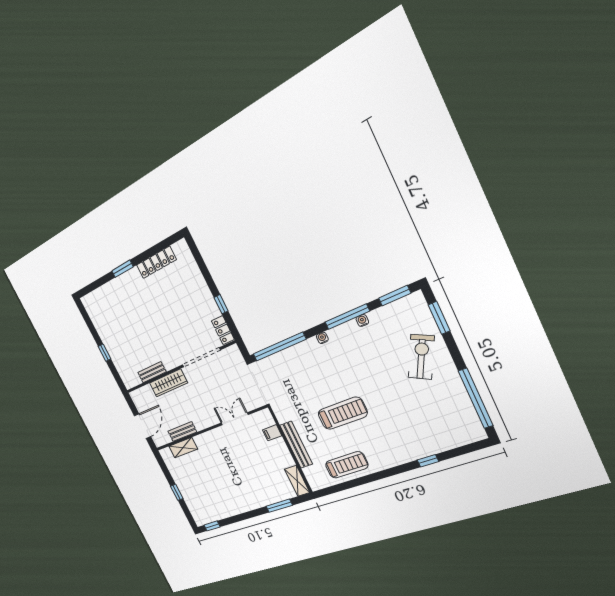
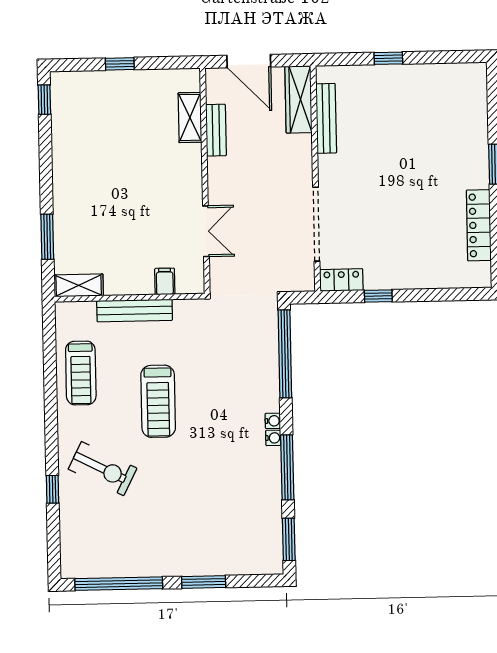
window: (439, 318) -> (204, 582), moved
water cooler: (362, 320) -> (273, 438), moved
exercise bike: (421, 357) -> (103, 469), moved
bench: (152, 372) -> (326, 118), width x1.36
wardrobe: (168, 383) -> (298, 99), moved

